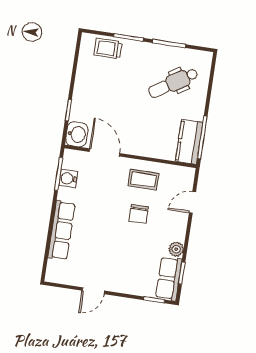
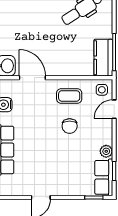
side table: (182, 178) -> (102, 90), added

